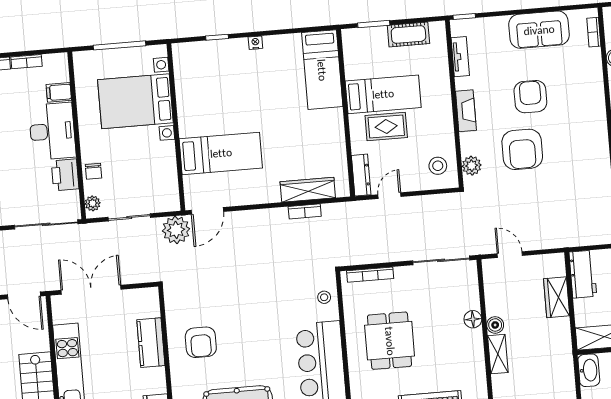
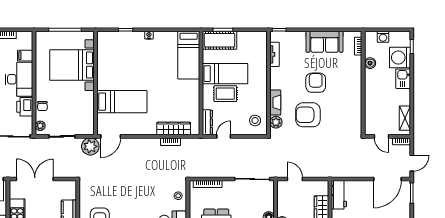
cot: (408, 34) -> (219, 40), moved, width x1.37, depth x1.34
fireplace: (466, 111) -> (275, 103), moved
armchair: (522, 149) -> (308, 115), turned 90

